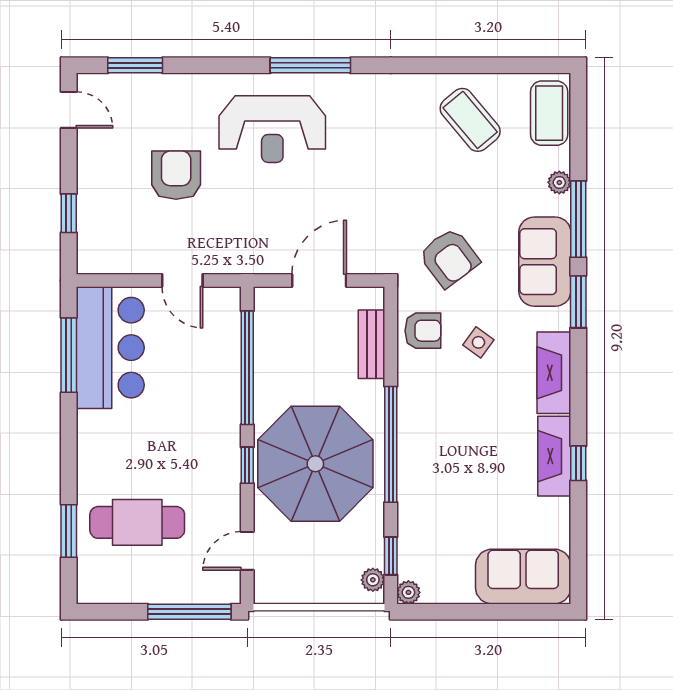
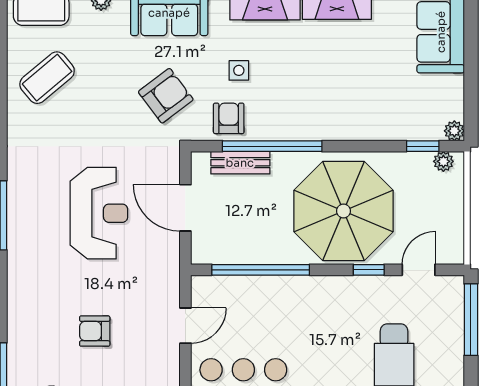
reception desk: (272, 129) -> (99, 213), moved
armchair: (176, 175) -> (95, 331), width x0.72, depth x0.72
side table: (478, 342) -> (239, 70), turned -36
window: (391, 444) -> (272, 146), moved
window: (247, 465) -> (369, 270), moved
door: (247, 551) -> (419, 270), swing flipped

